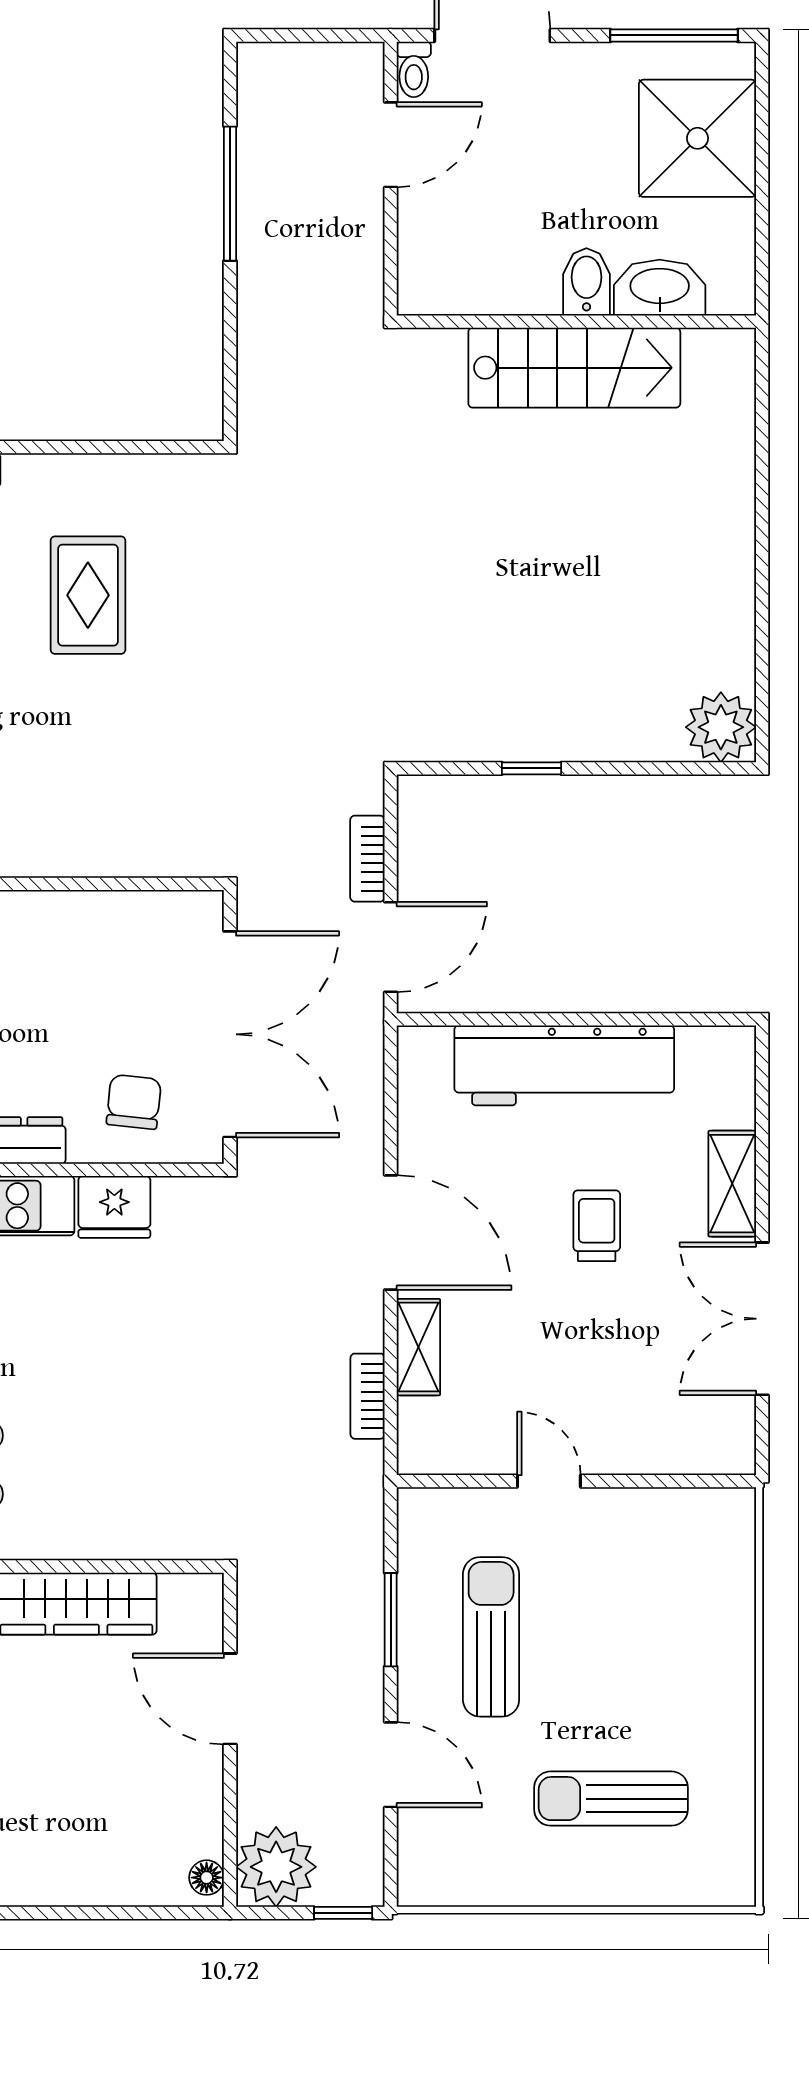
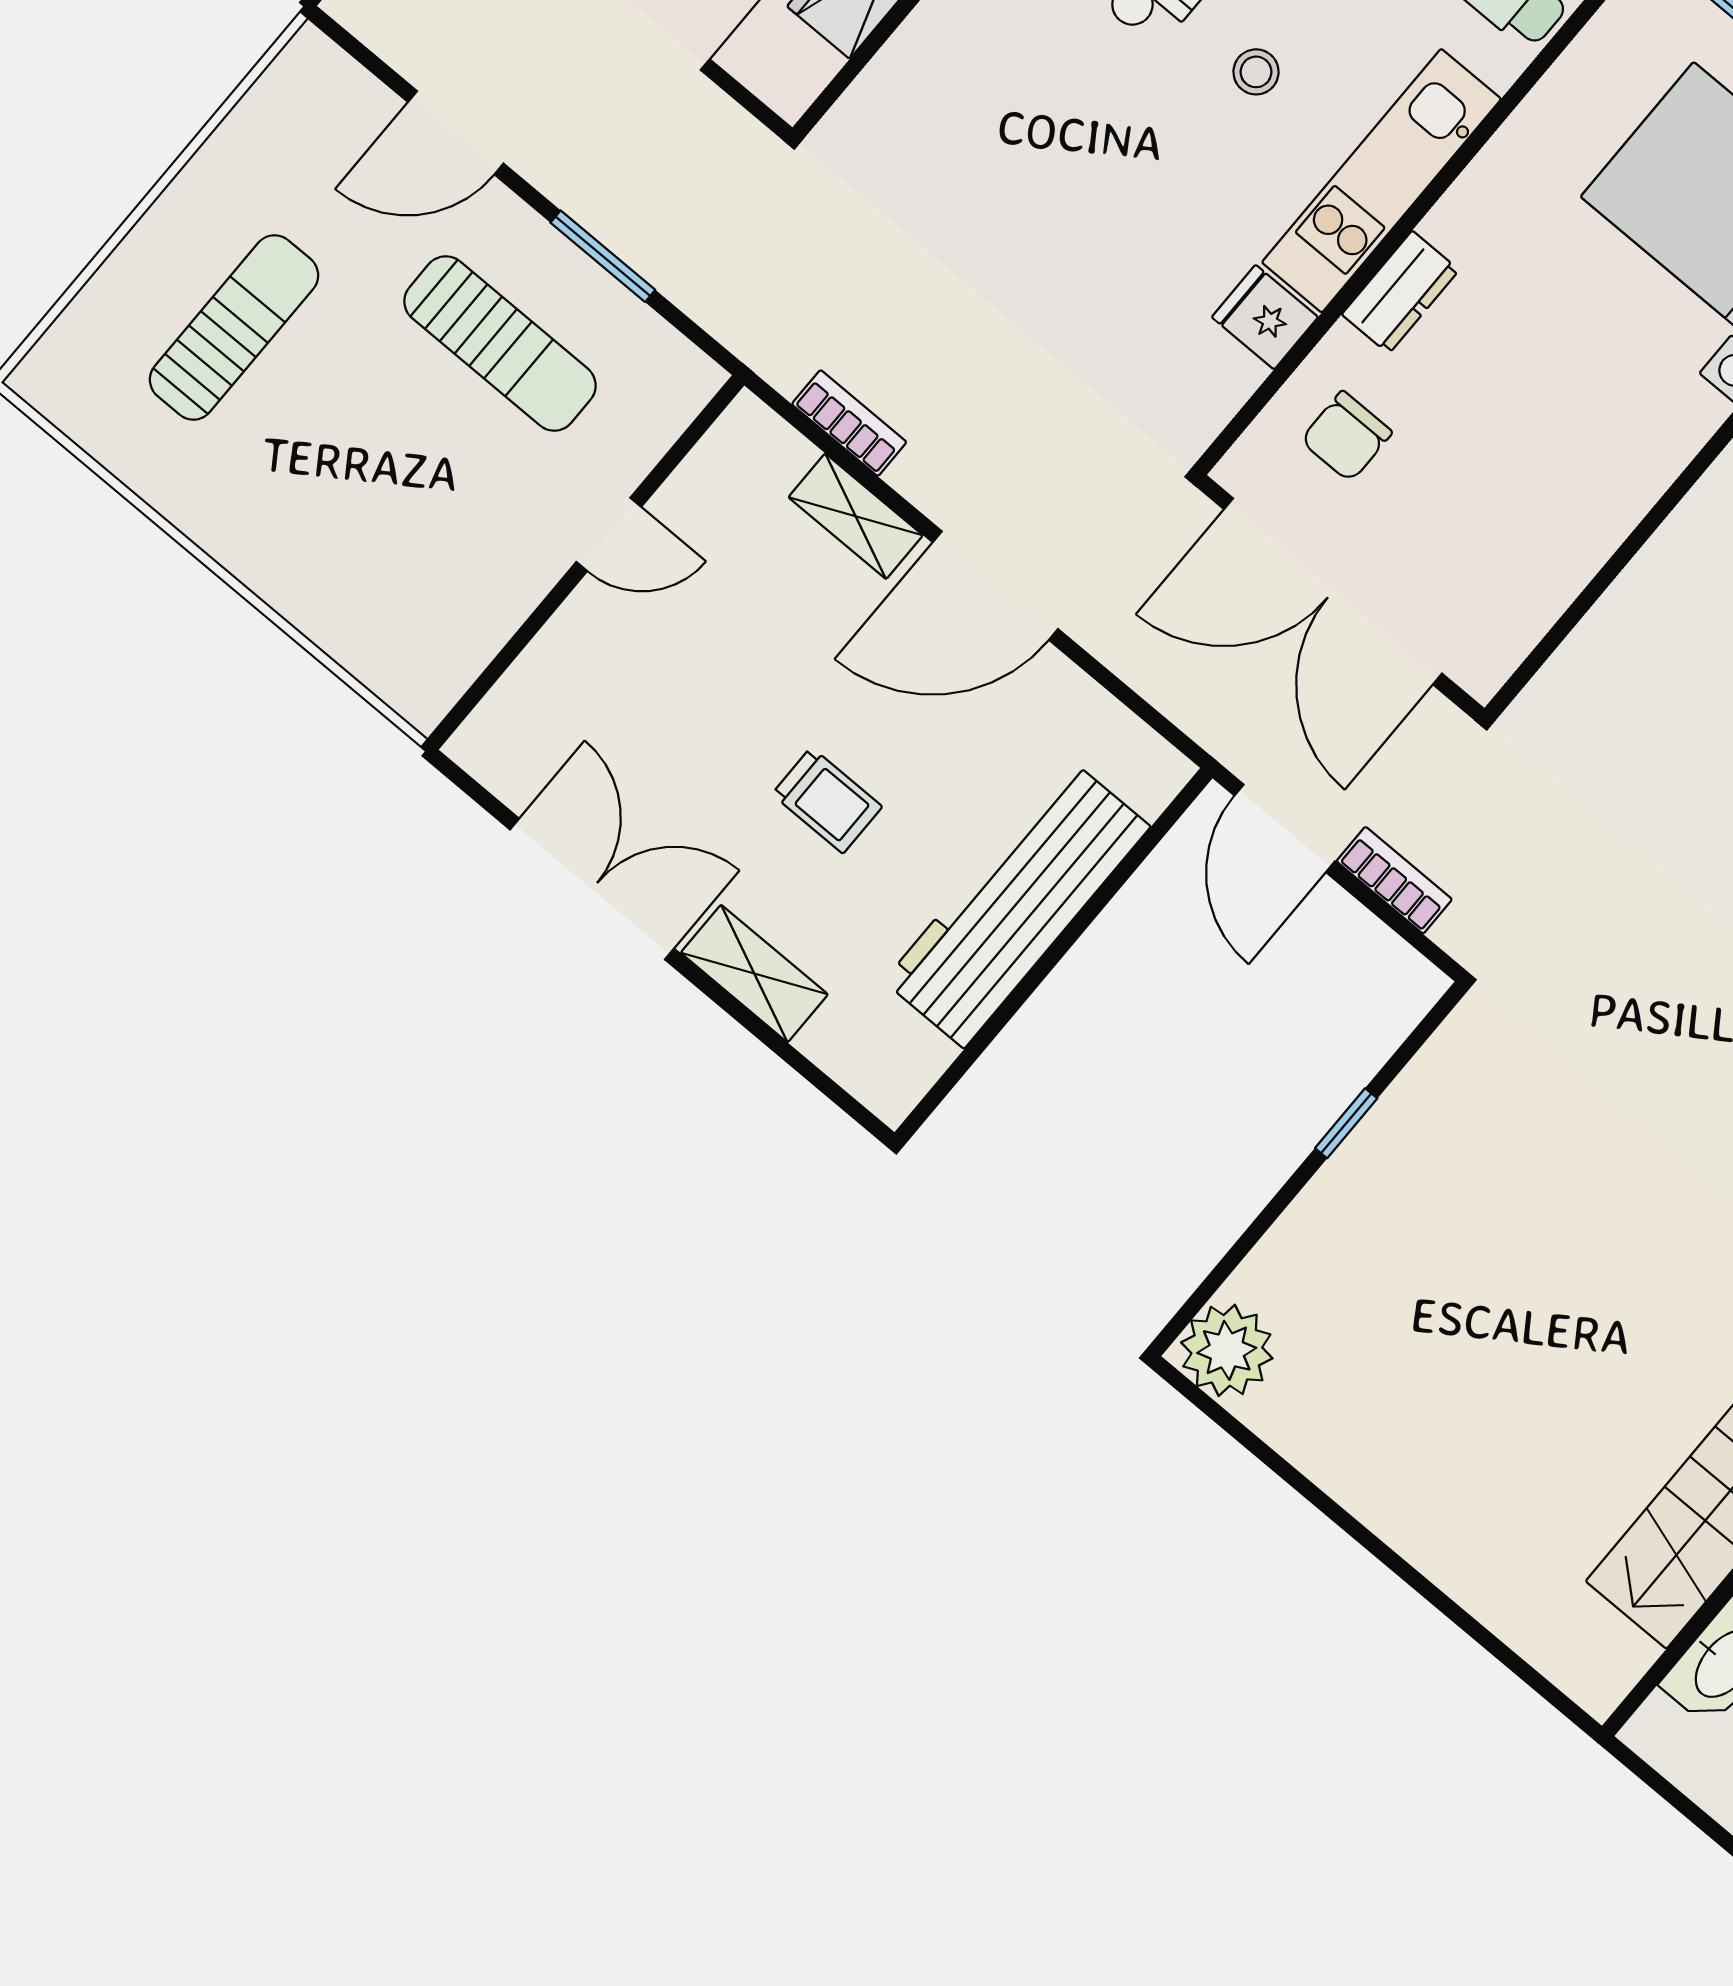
chair: (134, 1102) -> (1346, 436), turned 84
fridge: (114, 1207) -> (1265, 317), width x0.72

